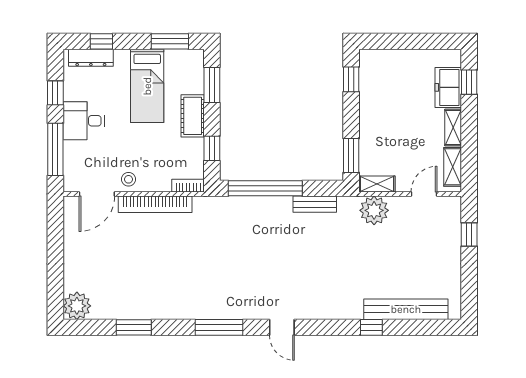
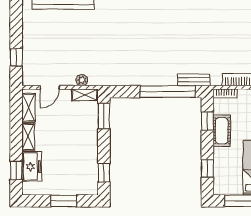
window: (405, 41) -> (64, 201), added
window: (212, 85) -> (207, 168), width x0.67
cot: (193, 116) -> (222, 131), moved
bench: (315, 204) -> (194, 80), moved
plant: (374, 210) -> (82, 80), width x0.53, depth x0.53

